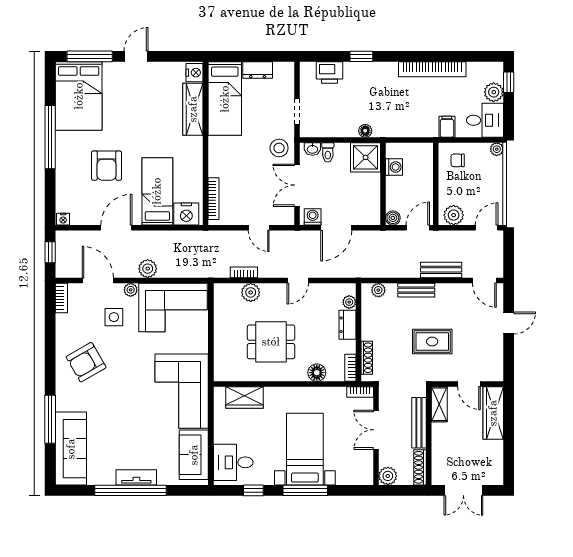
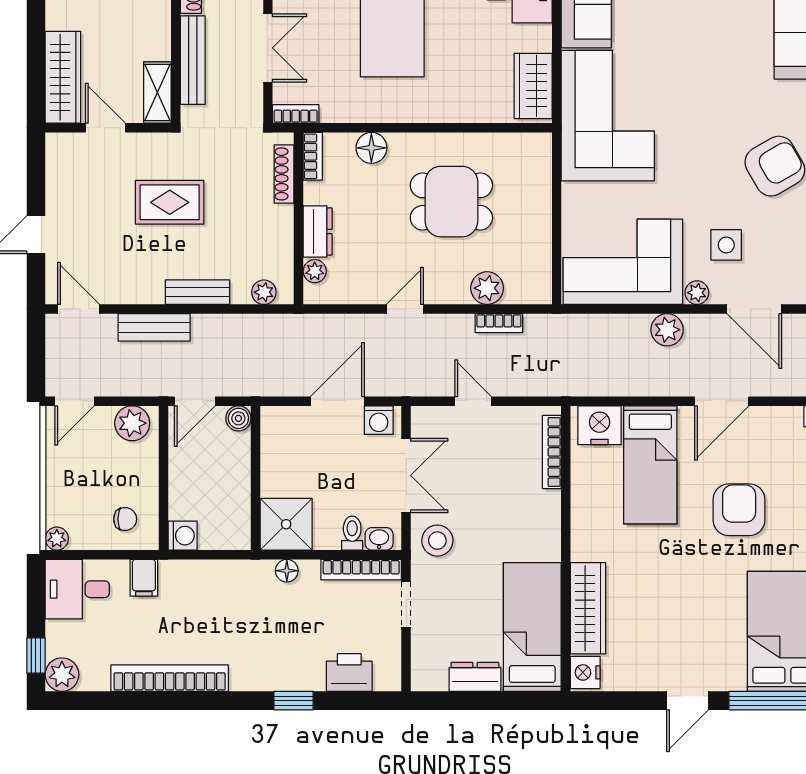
plant: (494, 92) -> (62, 675), moved
bookcase: (323, 131) -> (361, 570), added
washing machine: (394, 167) -> (183, 536), moved, turned 180
wardrobe: (244, 398) -> (533, 86), moved, turned -90

